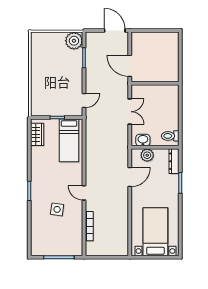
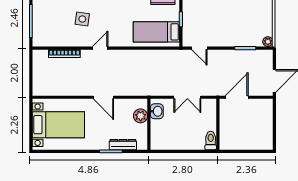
plant: (74, 41) -> (268, 42), width x0.53, depth x0.53
toilet: (170, 136) -> (211, 141), moved
dresser: (174, 161) -> (123, 145), moved
door: (130, 177) -> (103, 97), moved

